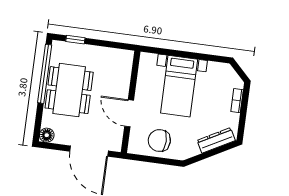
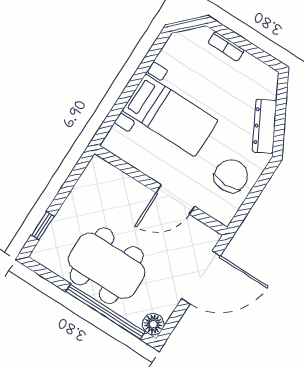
window: (45, 74) -> (105, 312), moved
chair: (159, 140) -> (231, 176), turned 180
dresser: (216, 140) -> (265, 126), moved

